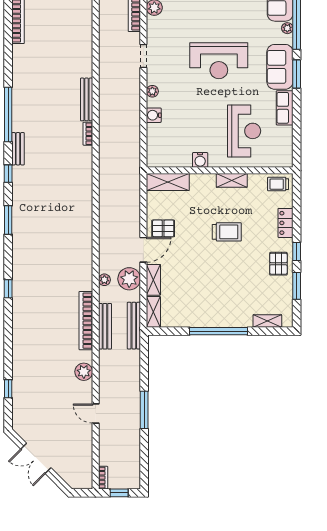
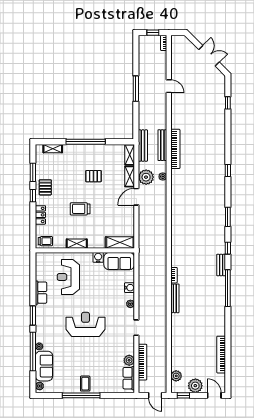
sofa: (280, 67) -> (119, 261), moved, turned 90
pallet: (163, 228) -> (93, 176), moved
plant: (84, 372) -> (177, 114), removed

